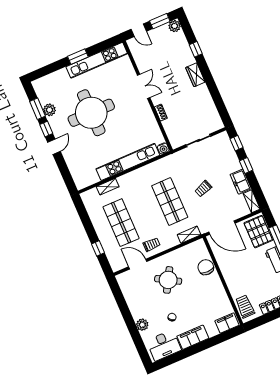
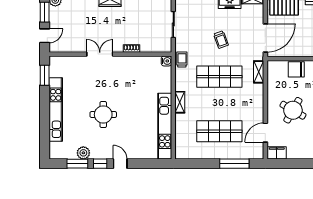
window: (78, 57) -> (45, 75), moved
kitchen unit: (97, 60) -> (56, 109), moved
round table: (91, 113) -> (103, 115), width x0.54, depth x0.54
kitchen unit: (128, 162) -> (165, 126), moved
shelving: (108, 187) -> (180, 102), moved
trolley: (152, 244) -> (182, 60), moved
window: (98, 248) -> (234, 164), width x2.17
filing cabinet: (124, 282) -> (277, 153), added

